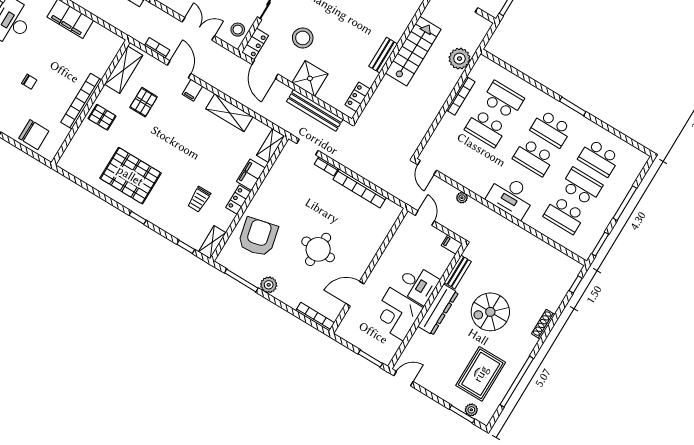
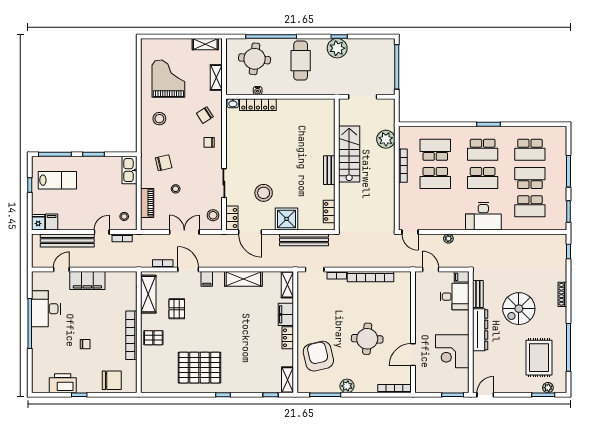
trolley: (199, 199) -> (259, 355), removed
desk: (418, 284) -> (454, 297), moved

